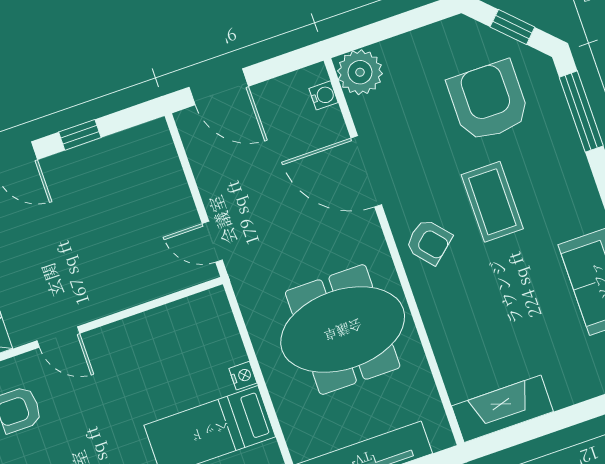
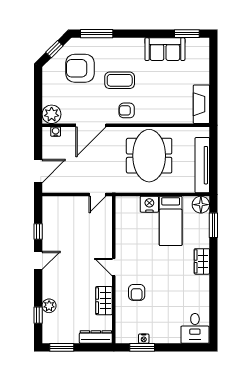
armchair: (429, 242) -> (127, 110), turned -139
door: (58, 337) -> (114, 267), swing flipped
nightstand: (243, 376) -> (149, 204), width x1.89, depth x1.79

